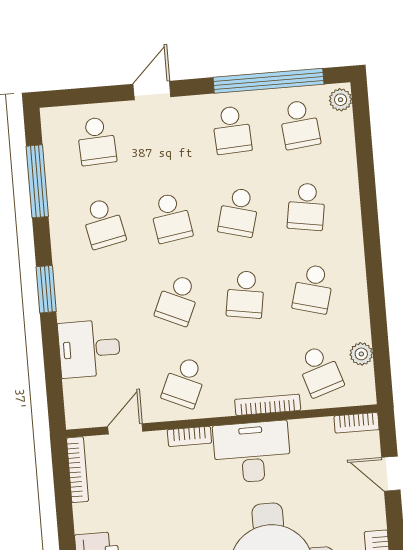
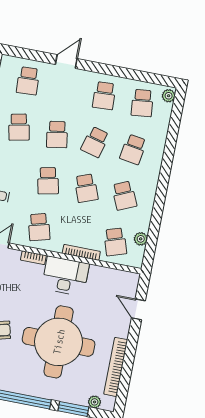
window: (268, 81) -> (132, 74), removed
school desk: (313, 289) -> (124, 196), turned -39
school desk: (245, 294) -> (86, 188), turned -30
school desk: (178, 300) -> (48, 181), turned -36
school desk: (184, 382) -> (39, 227), turned -39
bookcase: (356, 423) -> (127, 276), removed

